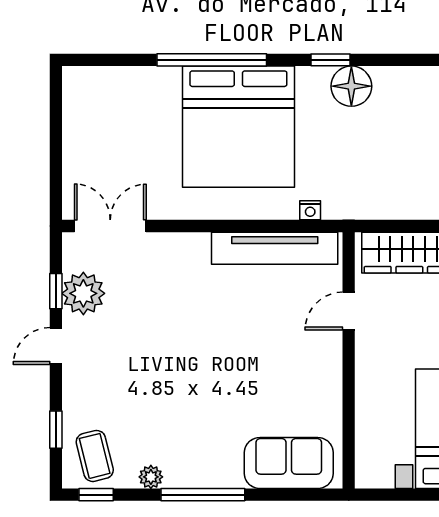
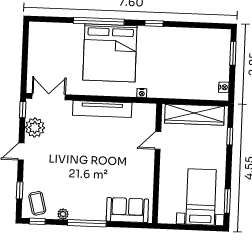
floor lamp: (351, 86) -> (163, 36), removed
tv unit: (275, 248) -> (102, 109), moved
window: (56, 291) -> (23, 110), moved

